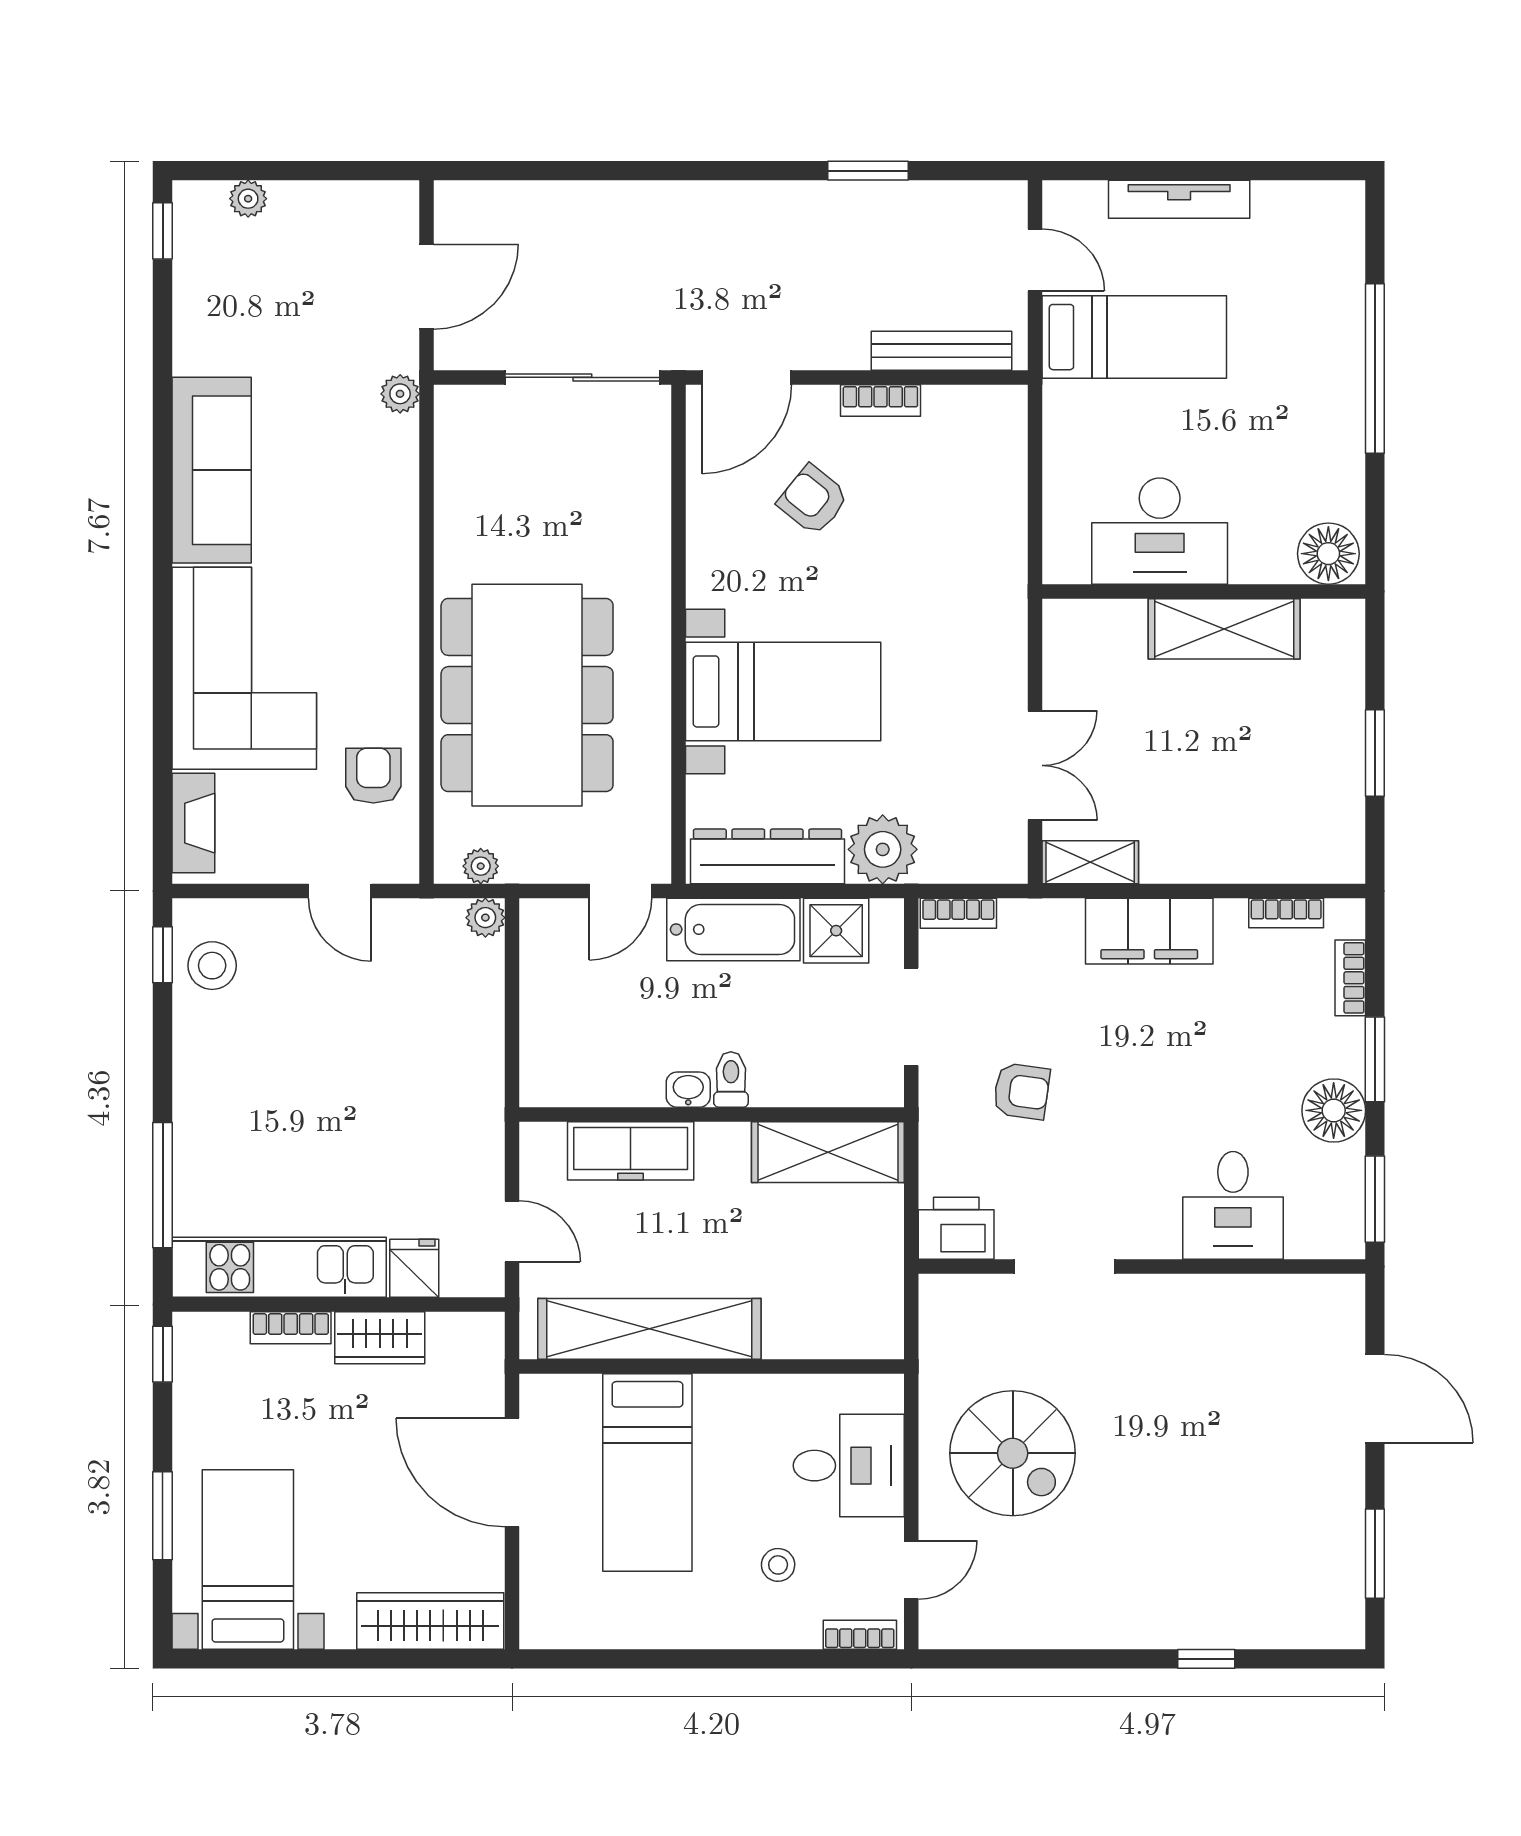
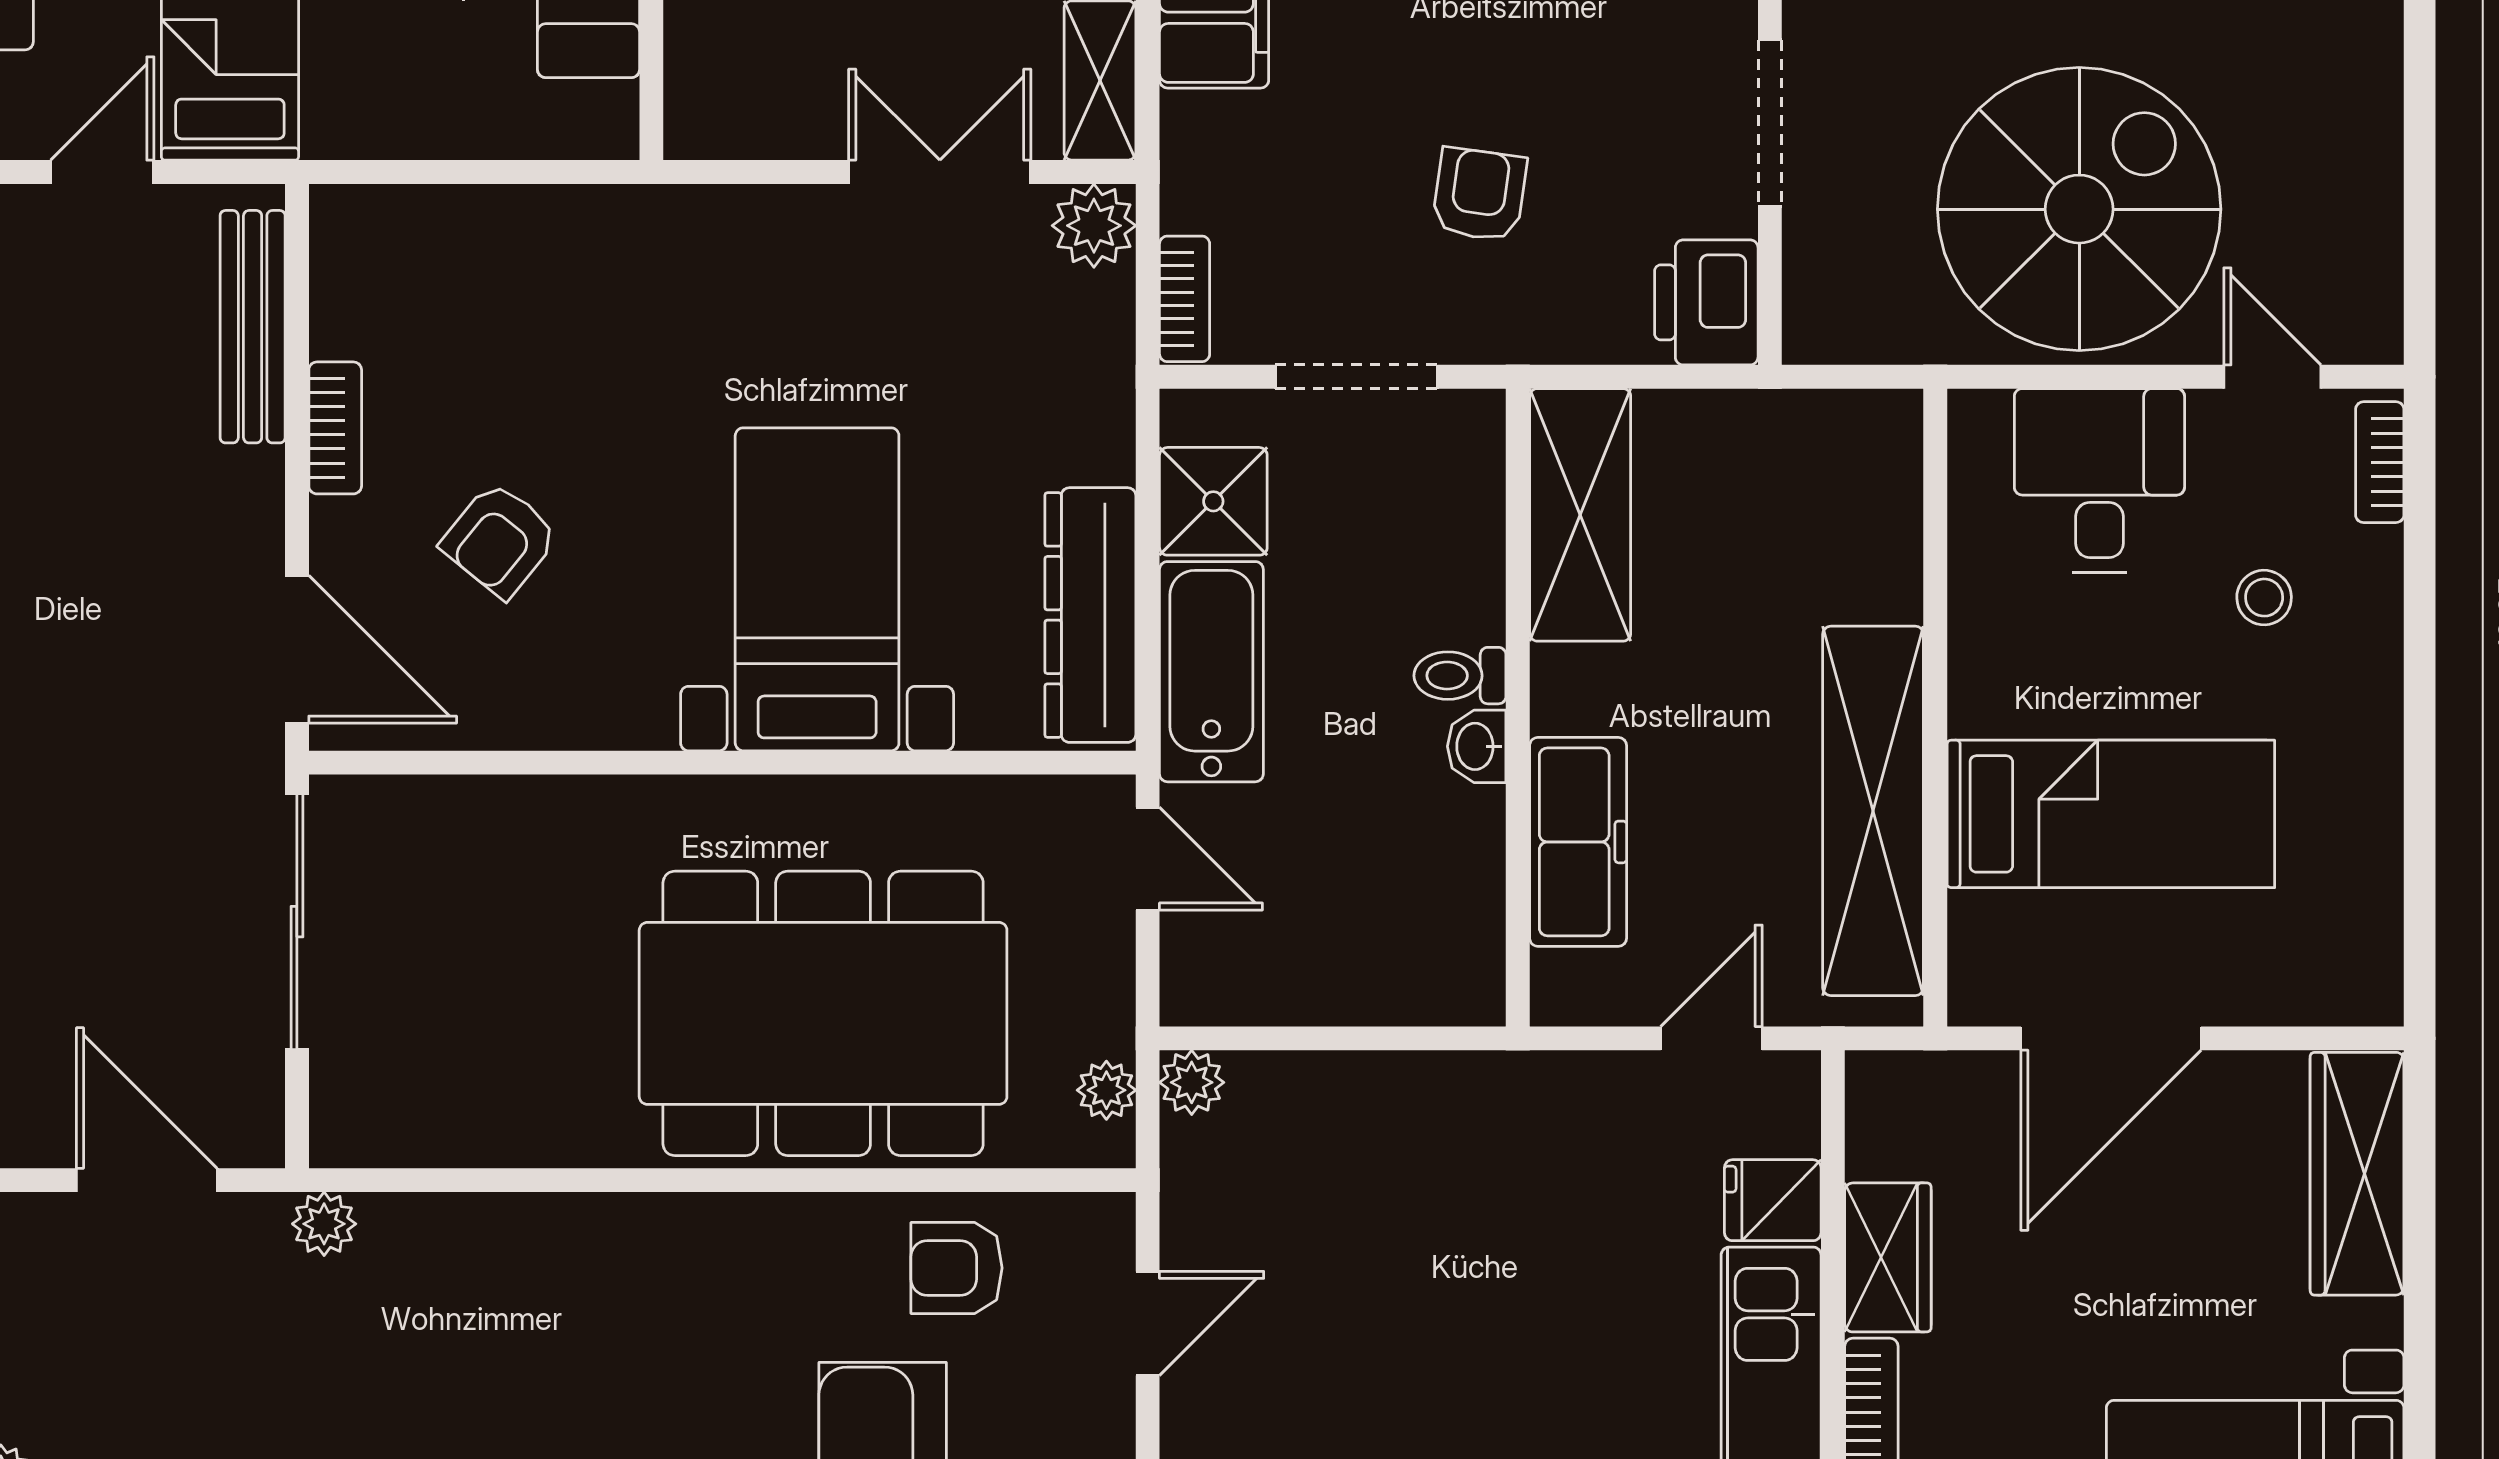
plant: (883, 849) -> (1094, 226), moved, width x0.73, depth x0.73
spiral stairs: (1013, 1453) -> (2079, 209), width x1.37, depth x1.37

